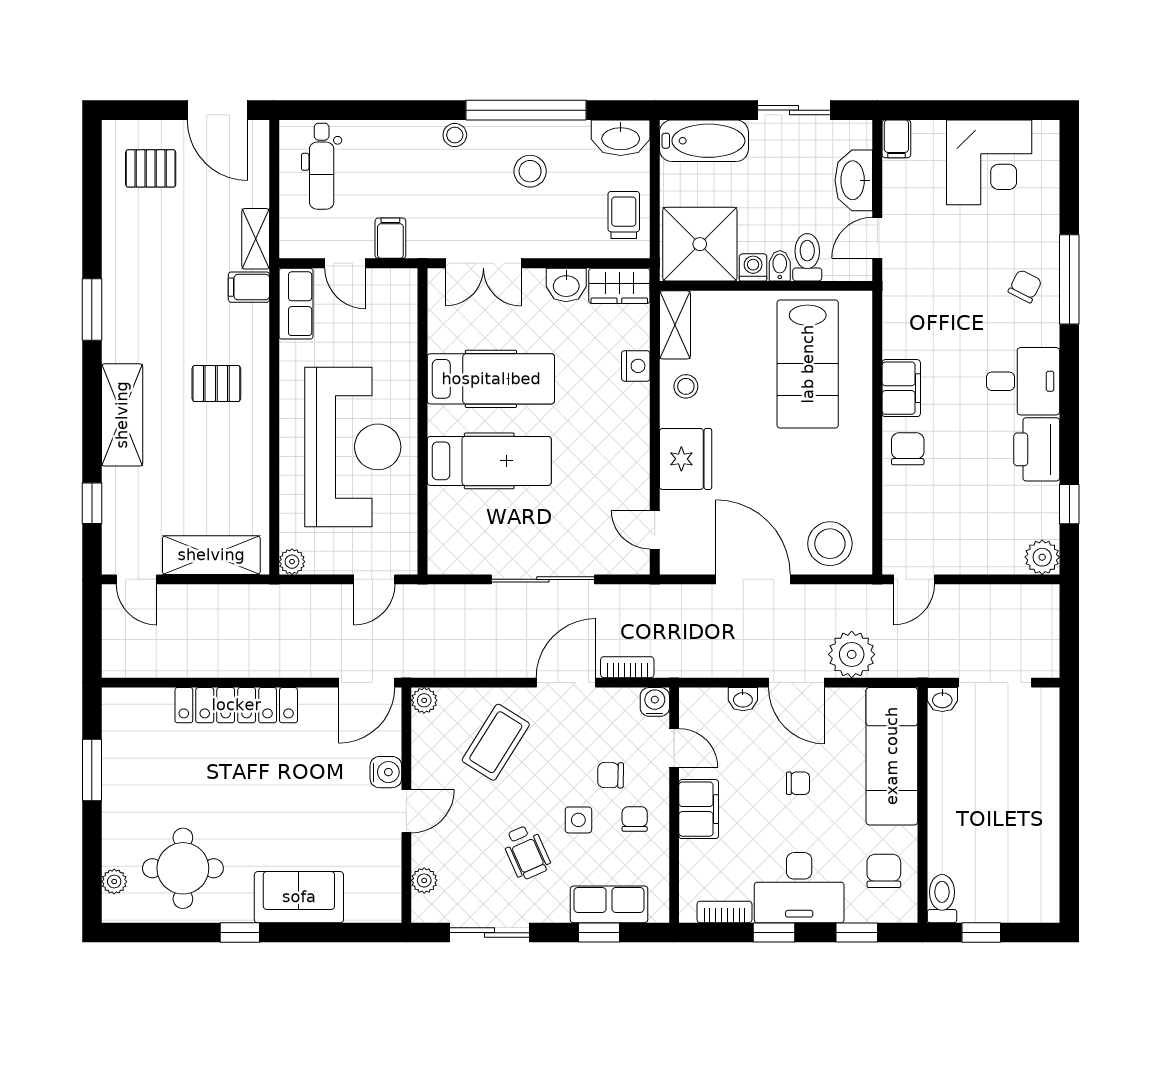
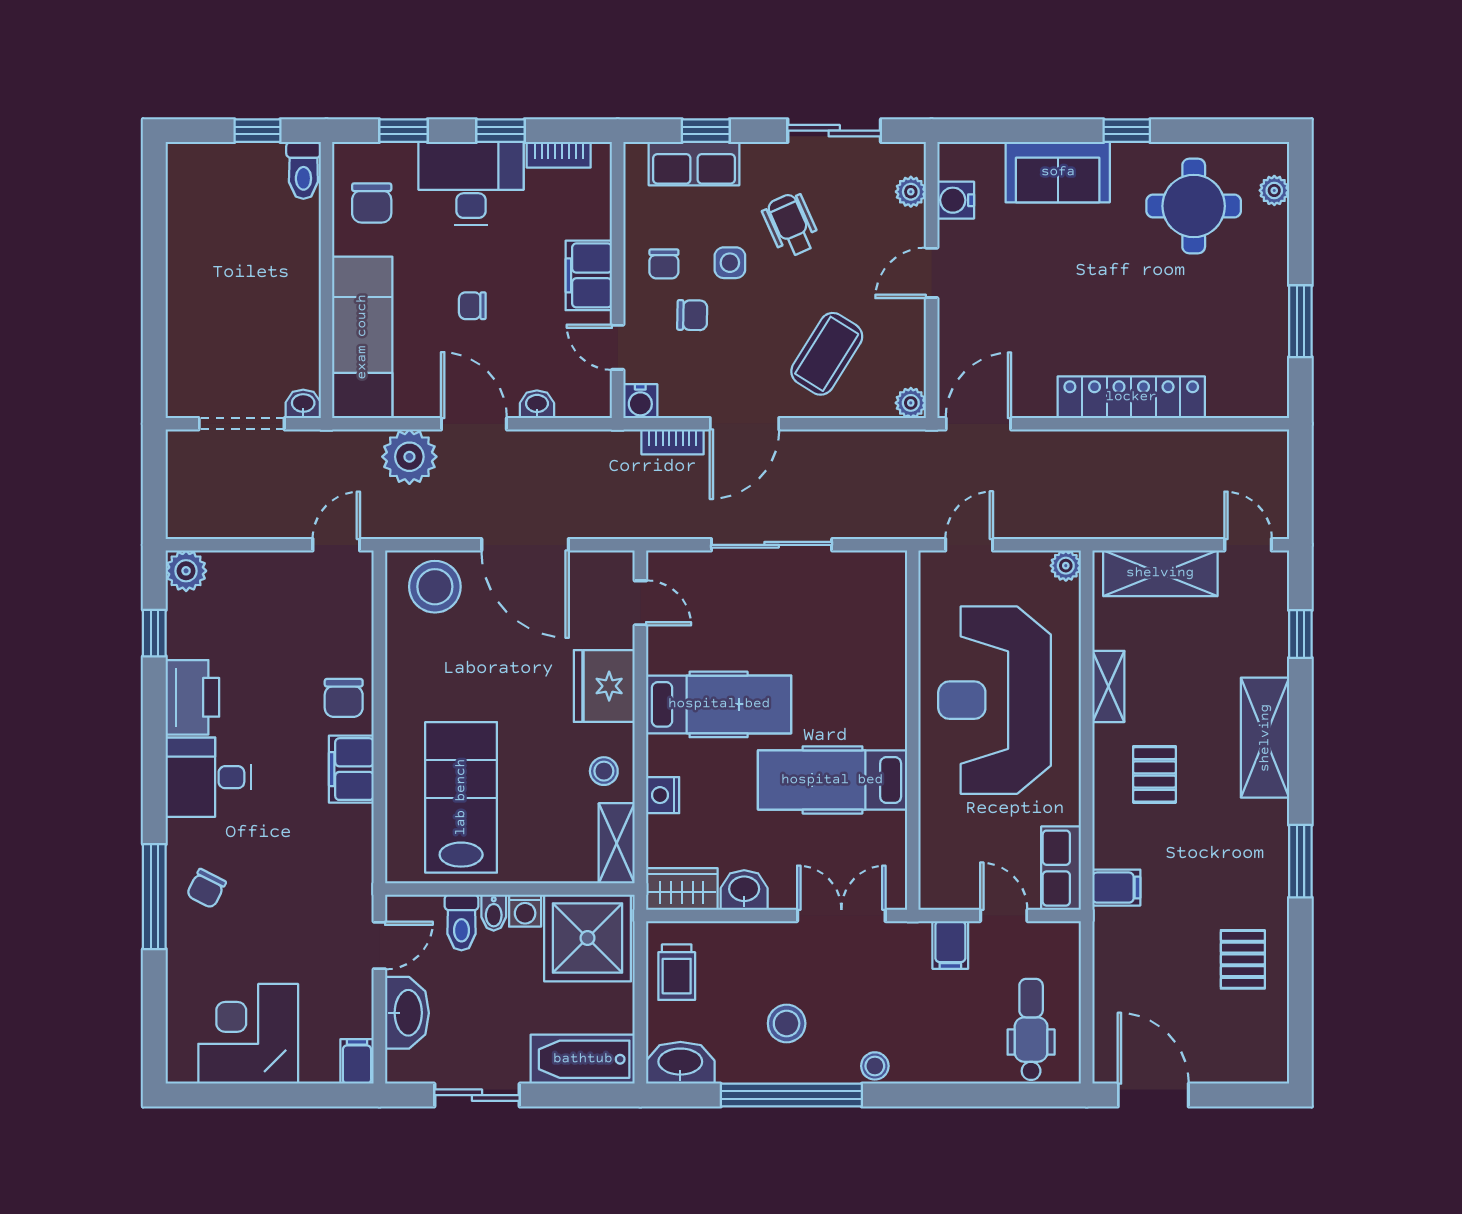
pallet: (151, 168) -> (1243, 959), moved, turned 90
shelving: (256, 239) -> (1108, 686), moved
pallet: (216, 384) -> (1155, 774), turned 90
hospital bed: (489, 461) -> (719, 704), moved, turned 180
water cooler: (386, 772) -> (956, 200), moved

